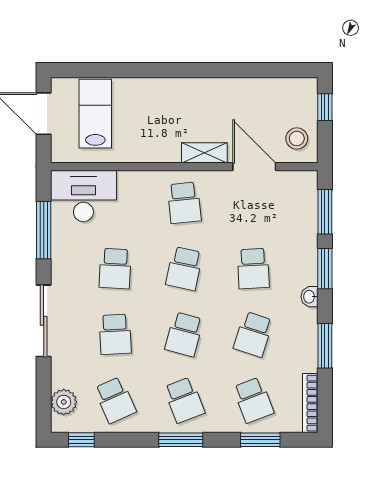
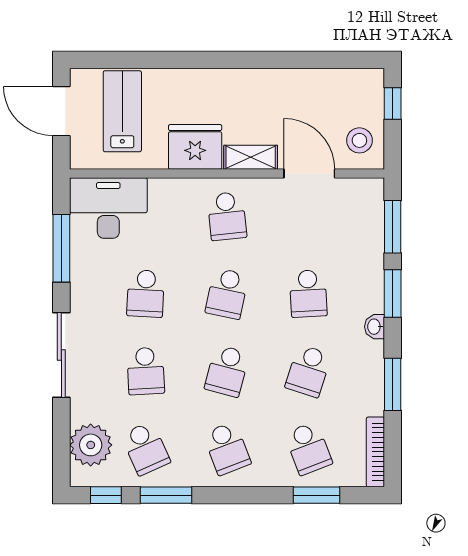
fridge: (157, 144) -> (195, 147), added
plant: (64, 402) -> (91, 445), width x1.36, depth x1.36
window: (181, 440) -> (166, 495), moved

